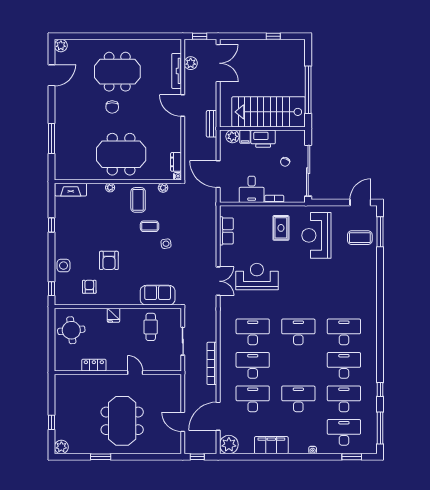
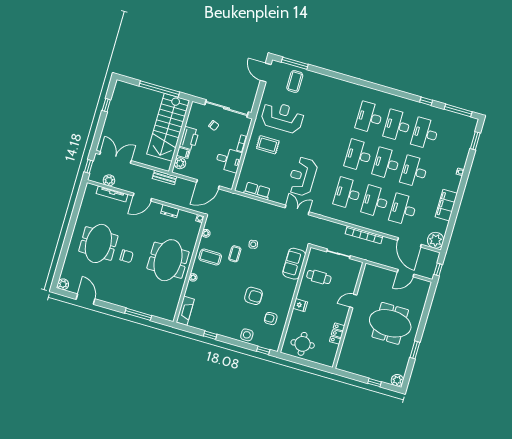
dresser: (176, 162) -> (170, 211), moved
reception desk: (316, 235) -> (282, 117), turned 180
desk: (344, 432) -> (386, 163), moved

